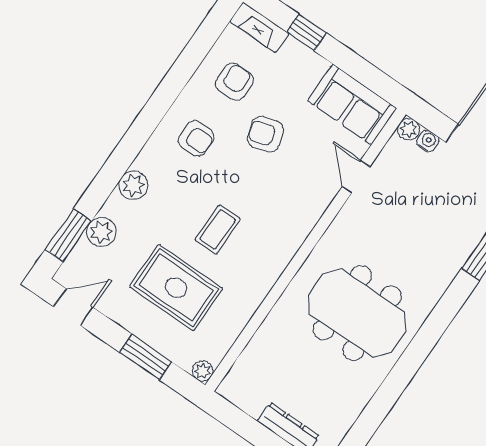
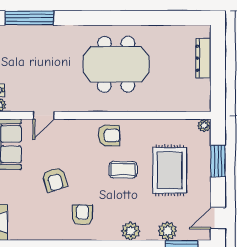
armchair: (234, 82) -> (109, 136), moved, turned 180
door: (73, 307) -> (218, 218), hinge flipped
meeting table: (357, 313) -> (116, 64), turned 90

